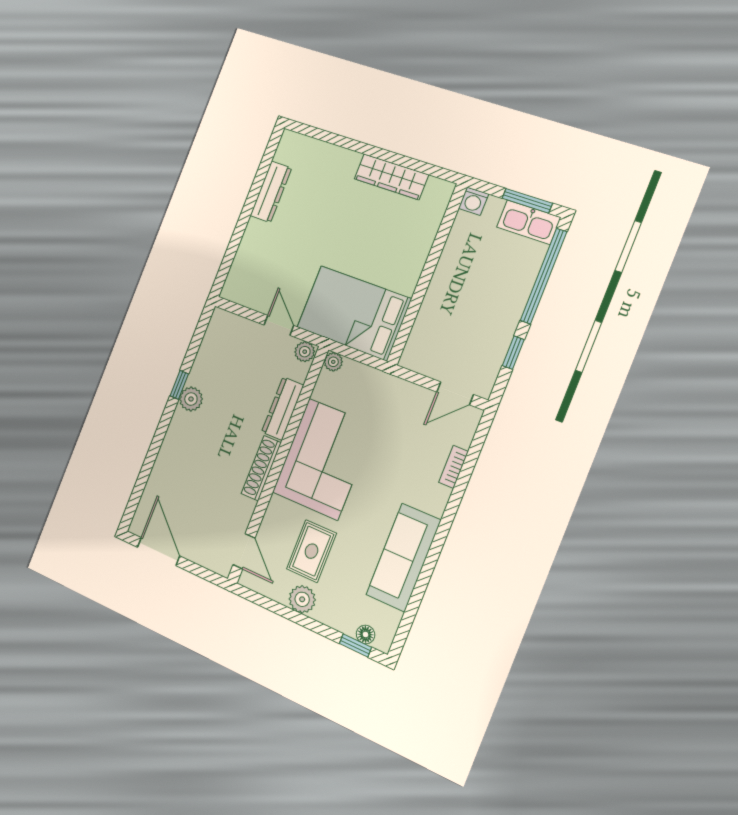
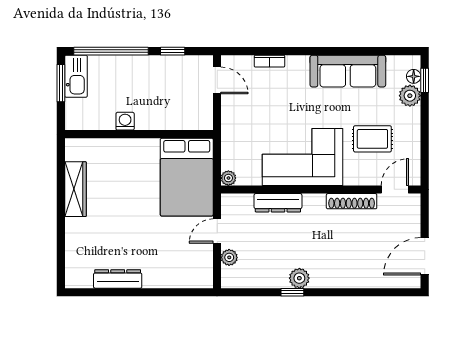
washing machine: (473, 201) -> (125, 121), moved, turned -90
plant: (305, 352) -> (229, 257), moved
shoe rack: (261, 468) -> (352, 201), moved
plant: (302, 599) -> (410, 96), moved

